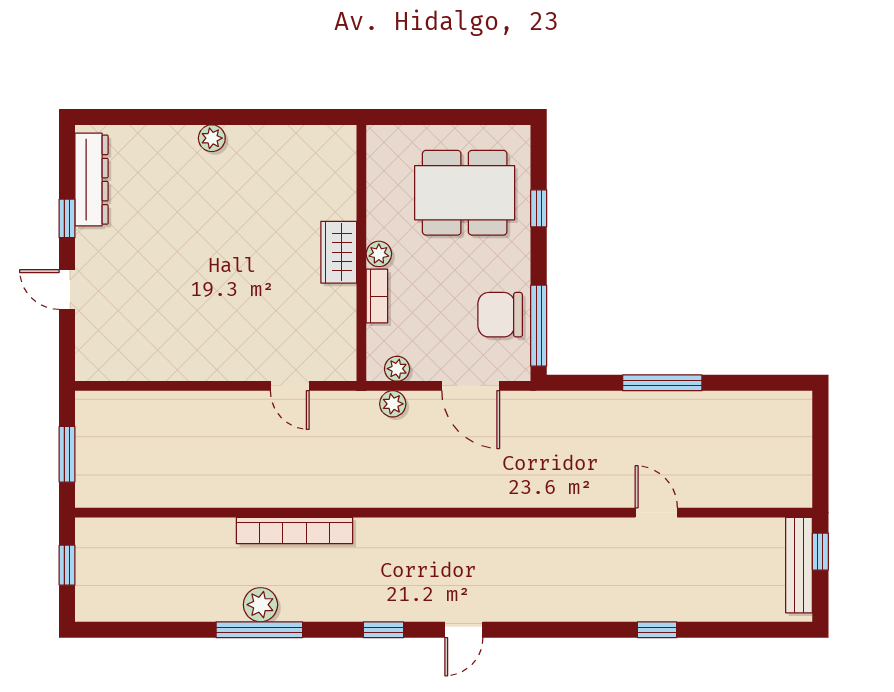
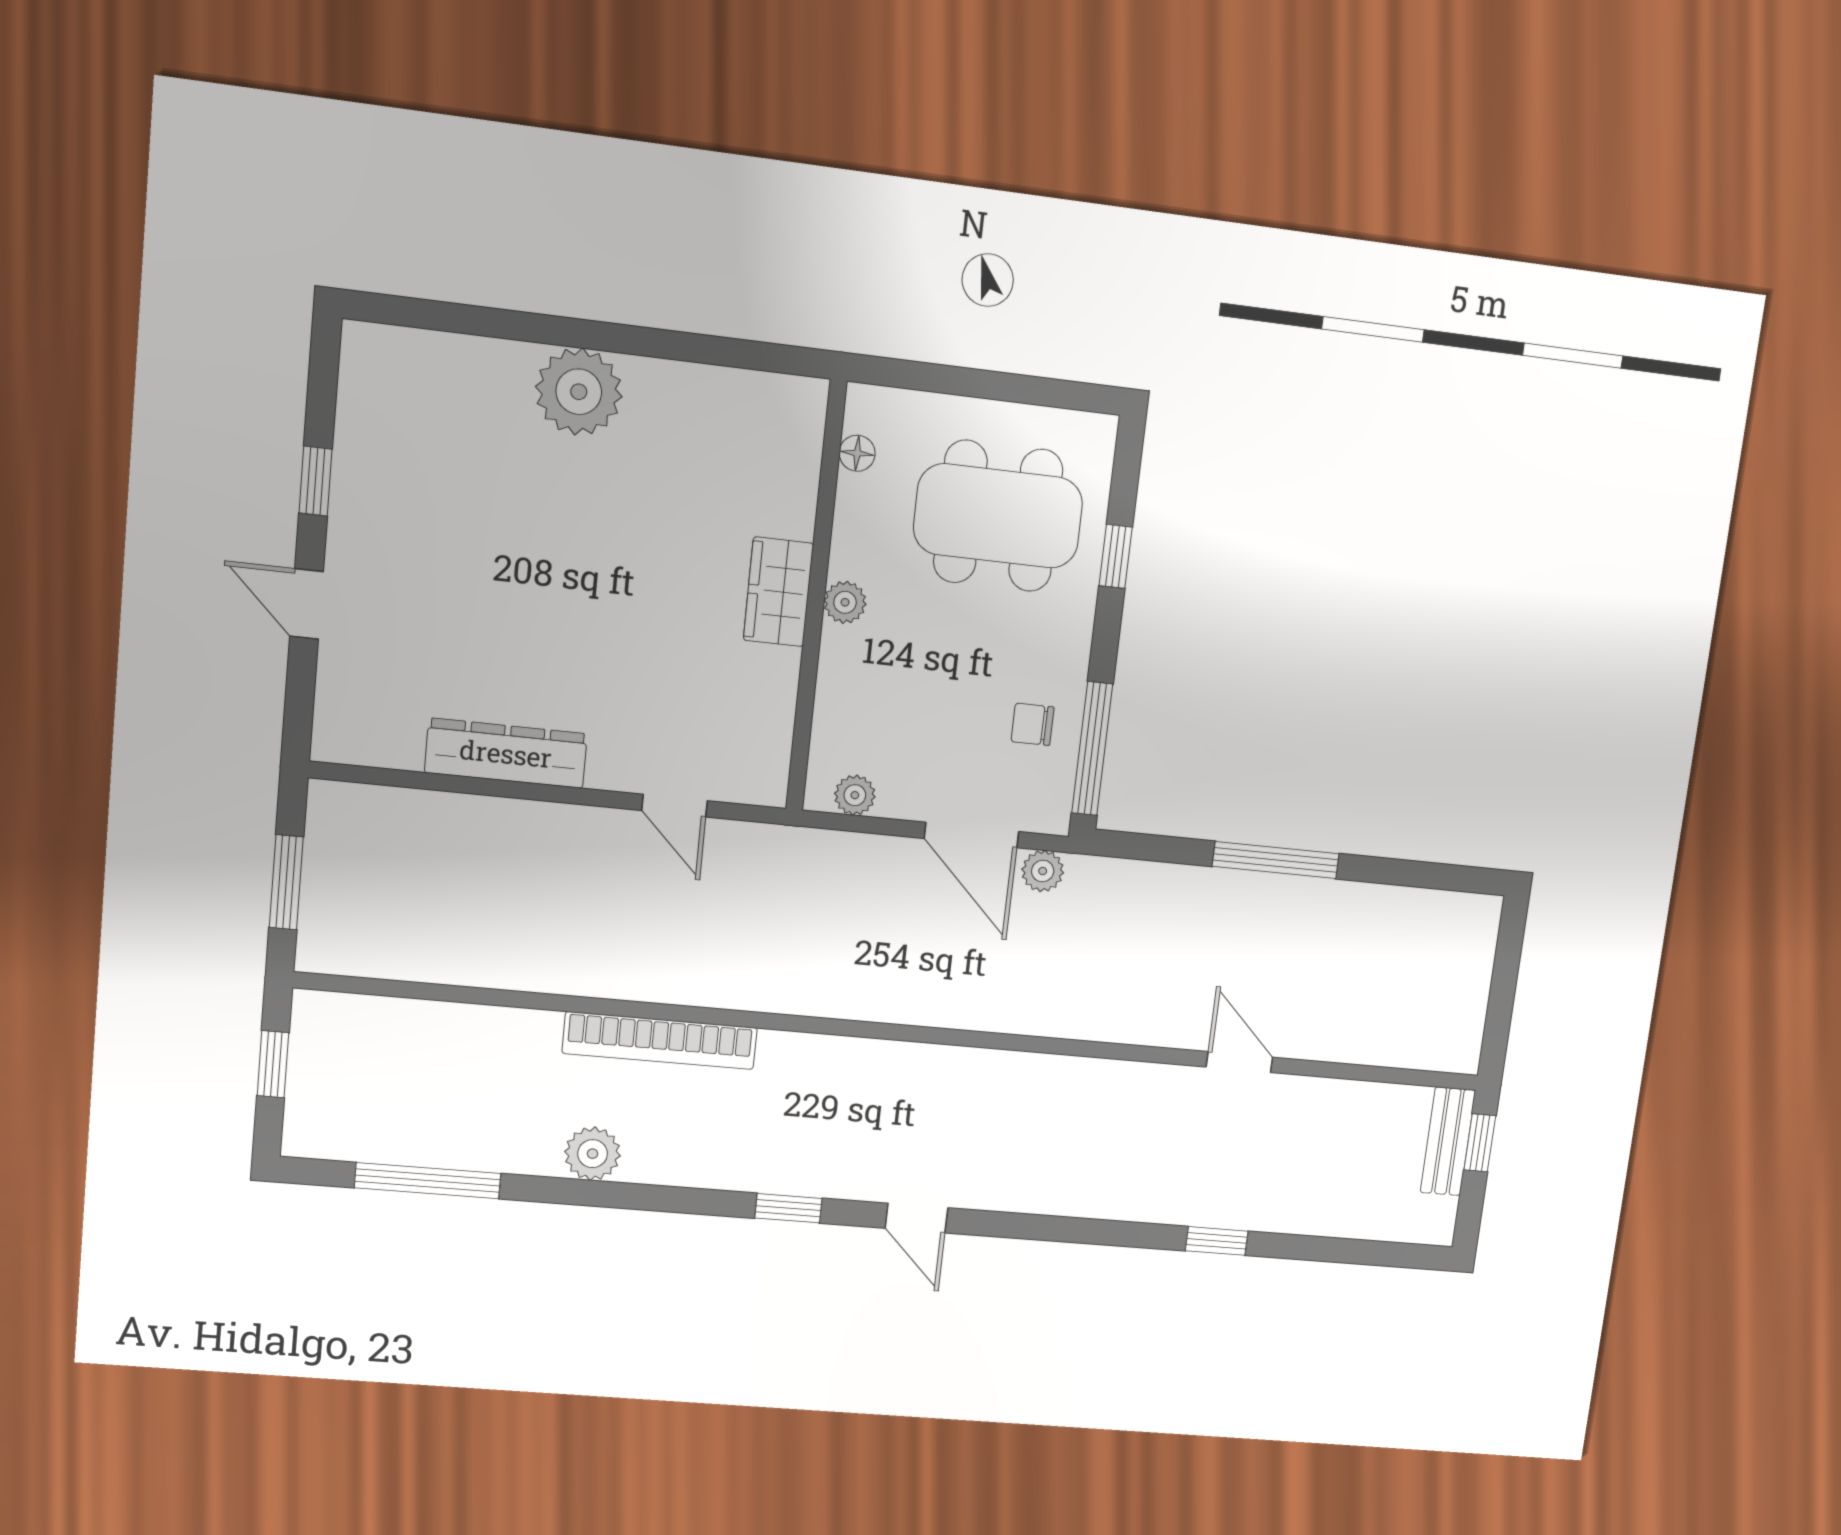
plant: (212, 138) -> (579, 392), width x1.88, depth x1.88
floor lamp: (377, 166) -> (857, 453), added
dresser: (91, 180) -> (506, 753), moved, turned -90
bookcase: (377, 296) -> (834, 672), removed
chair: (500, 315) -> (1033, 724), width x0.54, depth x0.54
plant: (393, 404) -> (1043, 871), moved
bench: (799, 565) -> (1448, 1141), width x0.73
window: (259, 630) -> (428, 1181), moved
door: (464, 630) -> (916, 1218), hinge flipped

